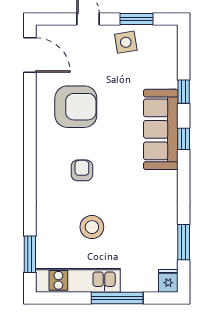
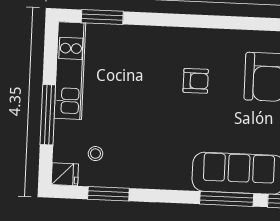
window: (184, 139) -> (227, 199), width x2.17
stool: (92, 227) -> (95, 154), moved, width x0.53, depth x0.53

